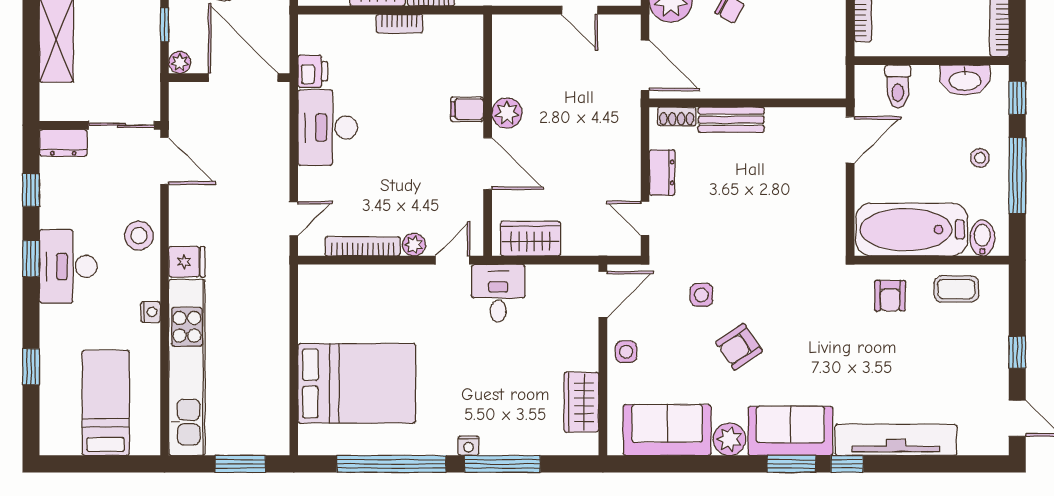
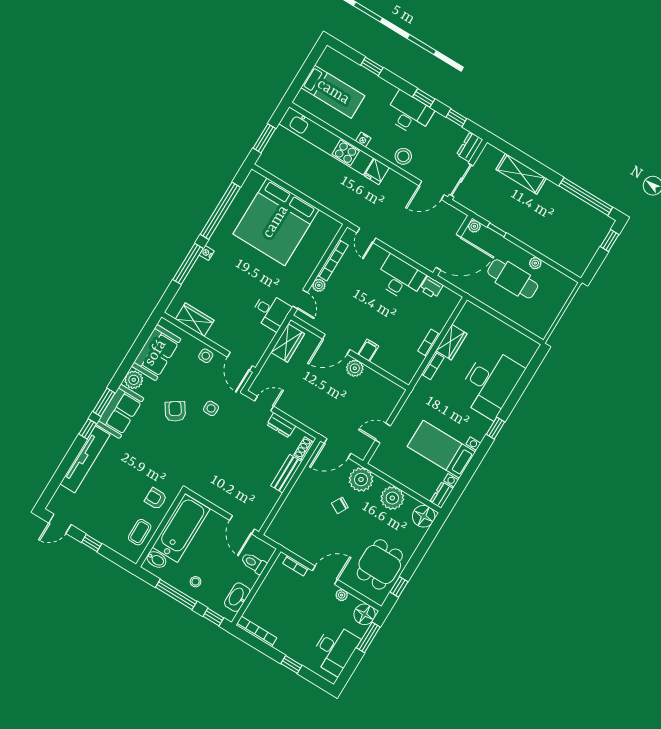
bed: (357, 383) -> (276, 222), width x1.36

